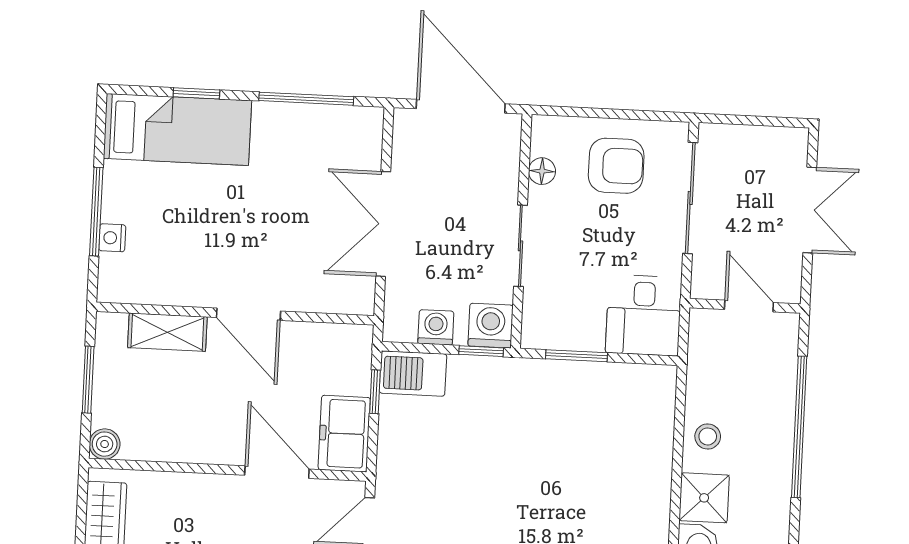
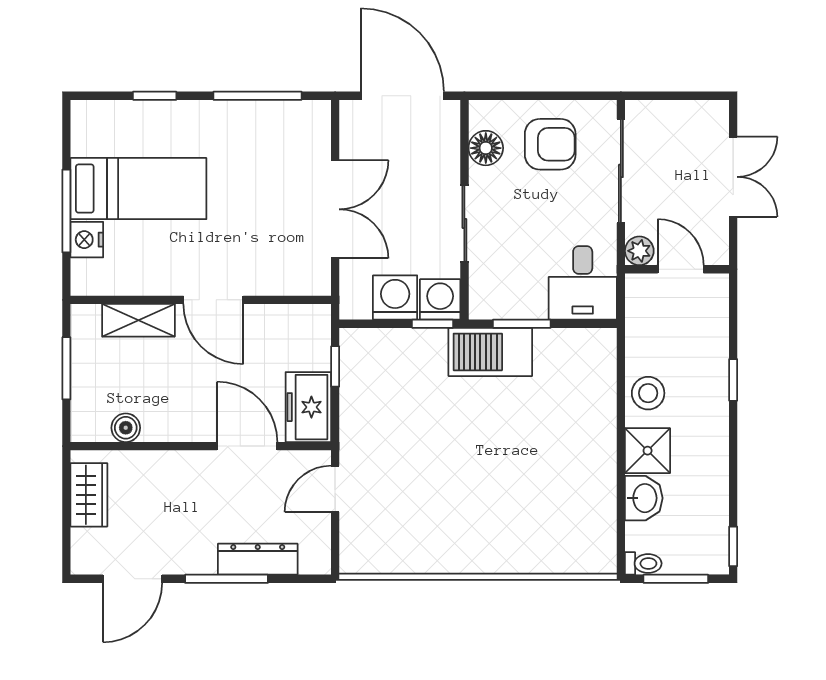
bed: (177, 129) -> (138, 189), moved
floor lamp: (542, 171) -> (486, 148), width x1.37, depth x1.37
double door: (383, 224) -> (335, 209), swing flipped
nightstand: (112, 238) -> (87, 240), width x1.39, depth x1.35
plant: (706, 284) -> (639, 251), added
washing machine: (436, 327) -> (395, 297), width x1.38, depth x1.38
barbecue: (413, 374) -> (490, 352), moved, width x1.37, depth x1.21
window: (799, 427) -> (733, 380), width x0.32
stool: (708, 436) -> (648, 393), width x1.37, depth x1.37
boiler: (105, 444) -> (126, 428), moved

